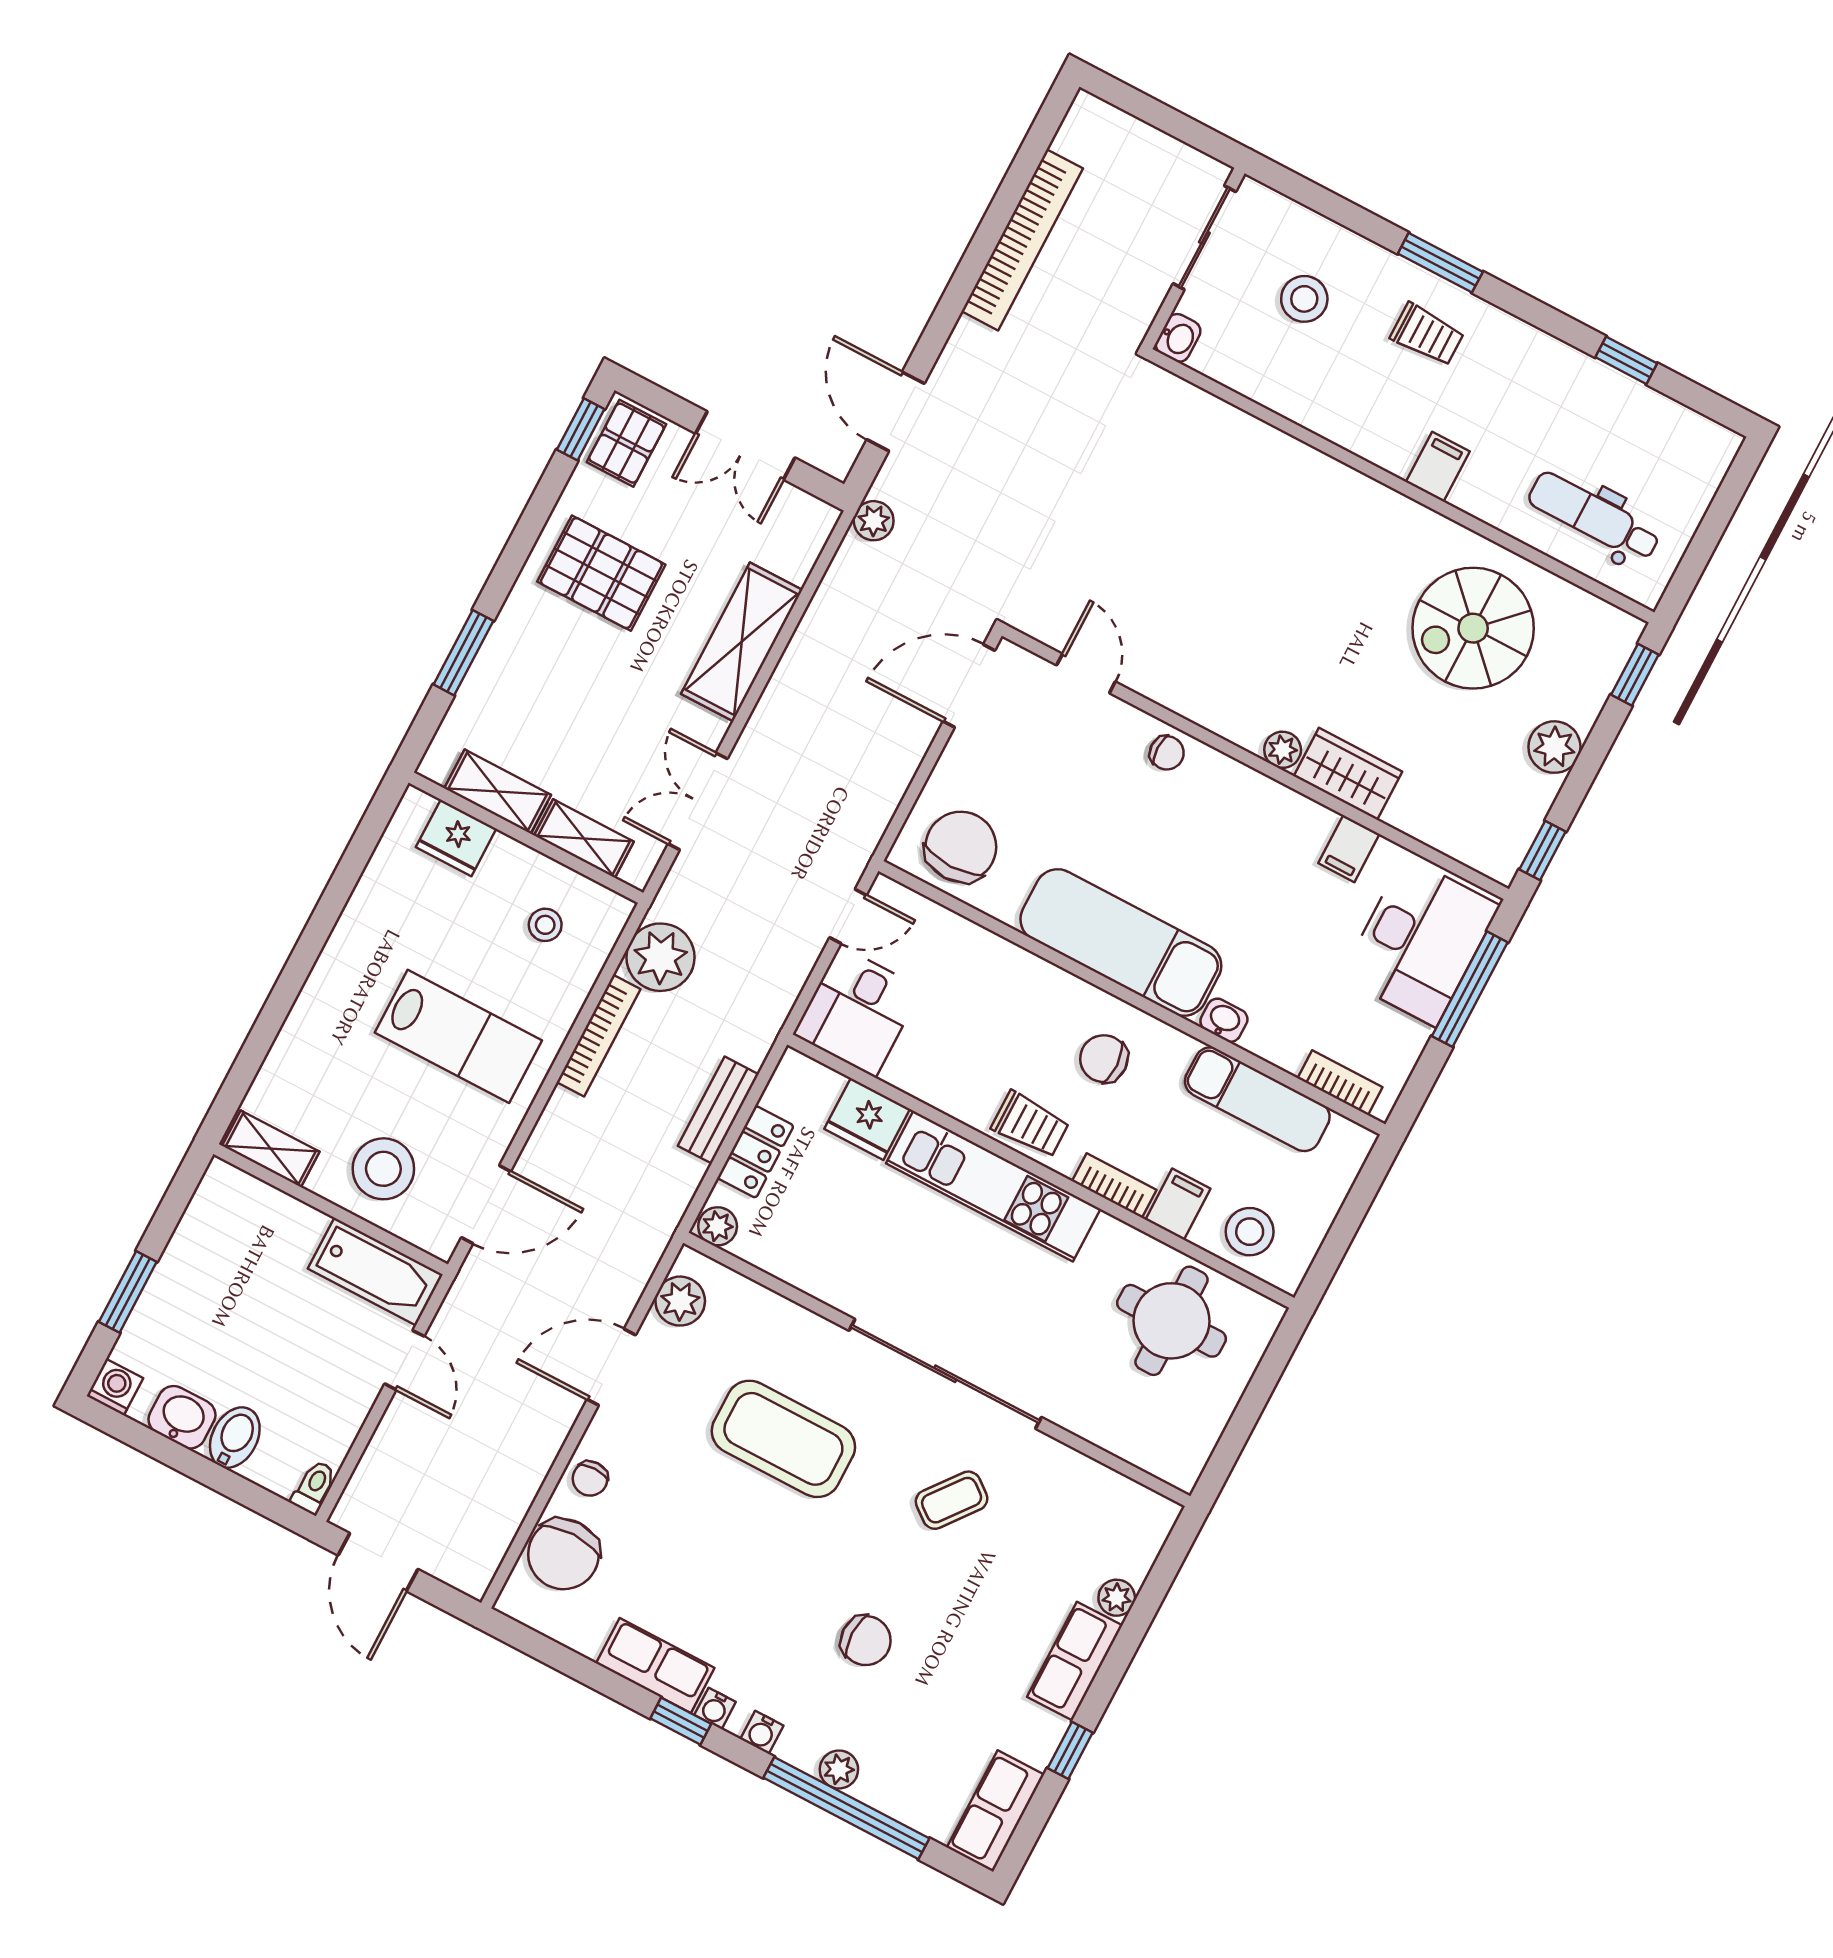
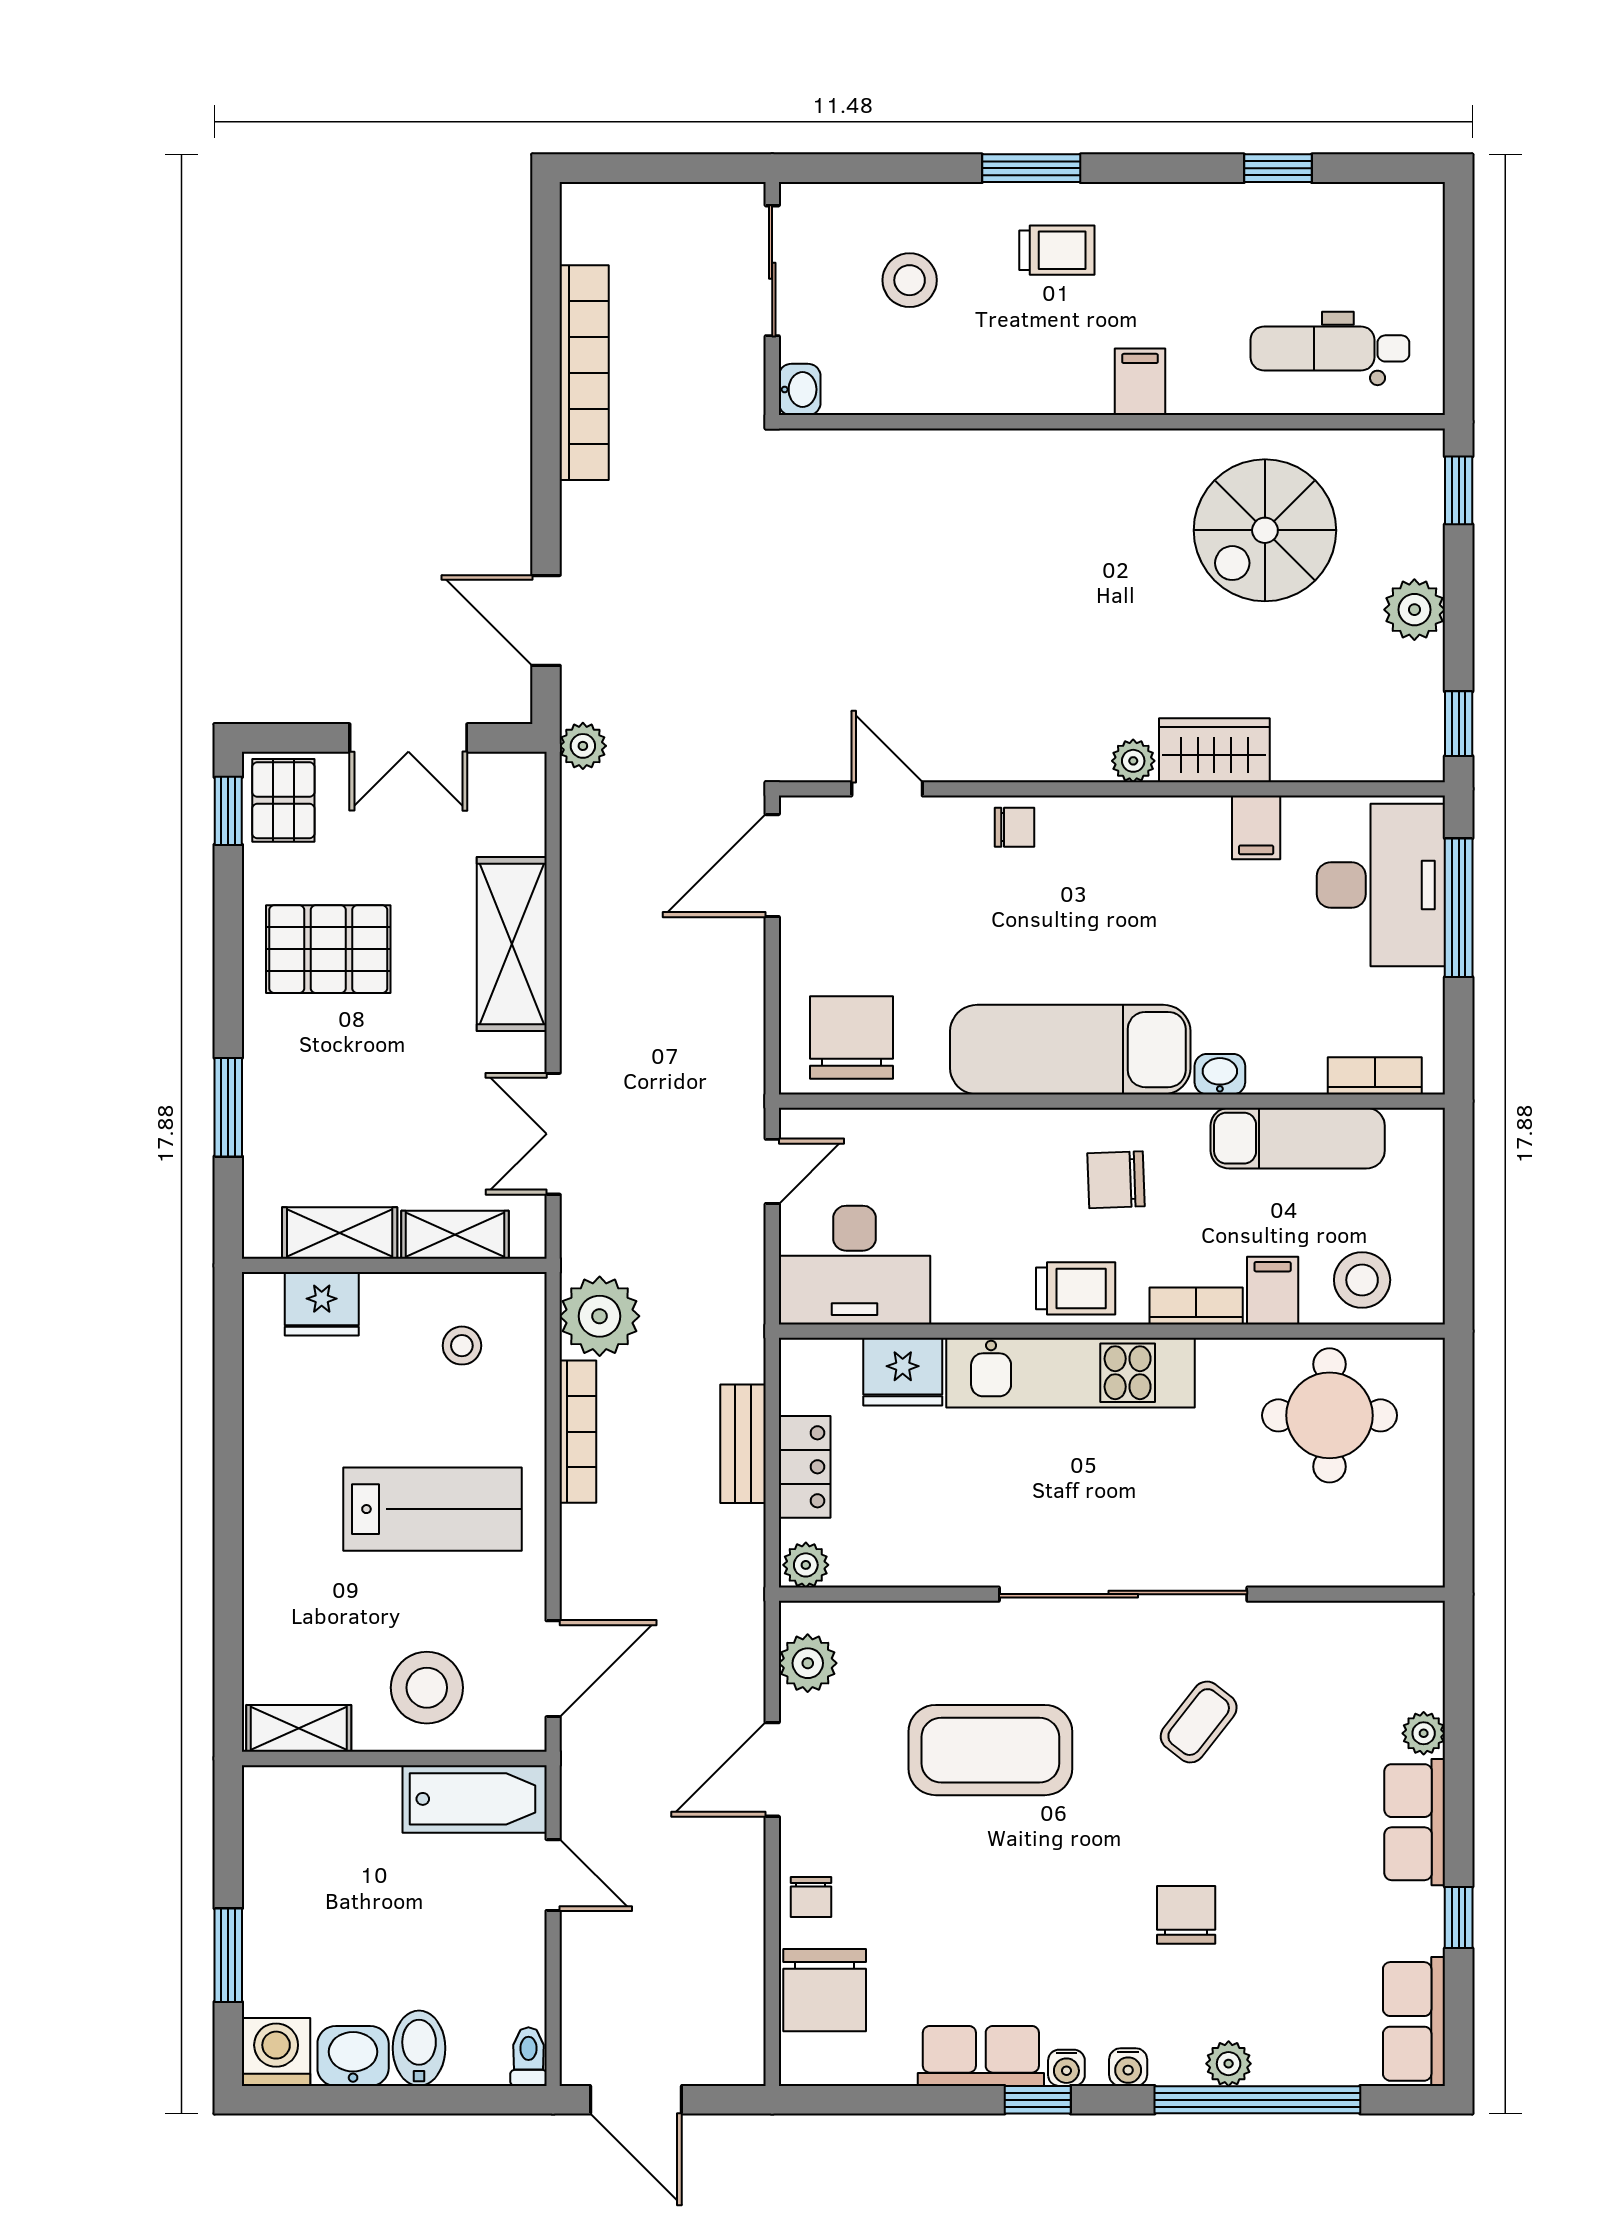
desk: (857, 1011) -> (855, 1265), width x1.37
washing machine: (115, 1387) -> (276, 2052), width x1.38, depth x1.38
chair: (866, 1641) -> (1186, 1915), turned -90

